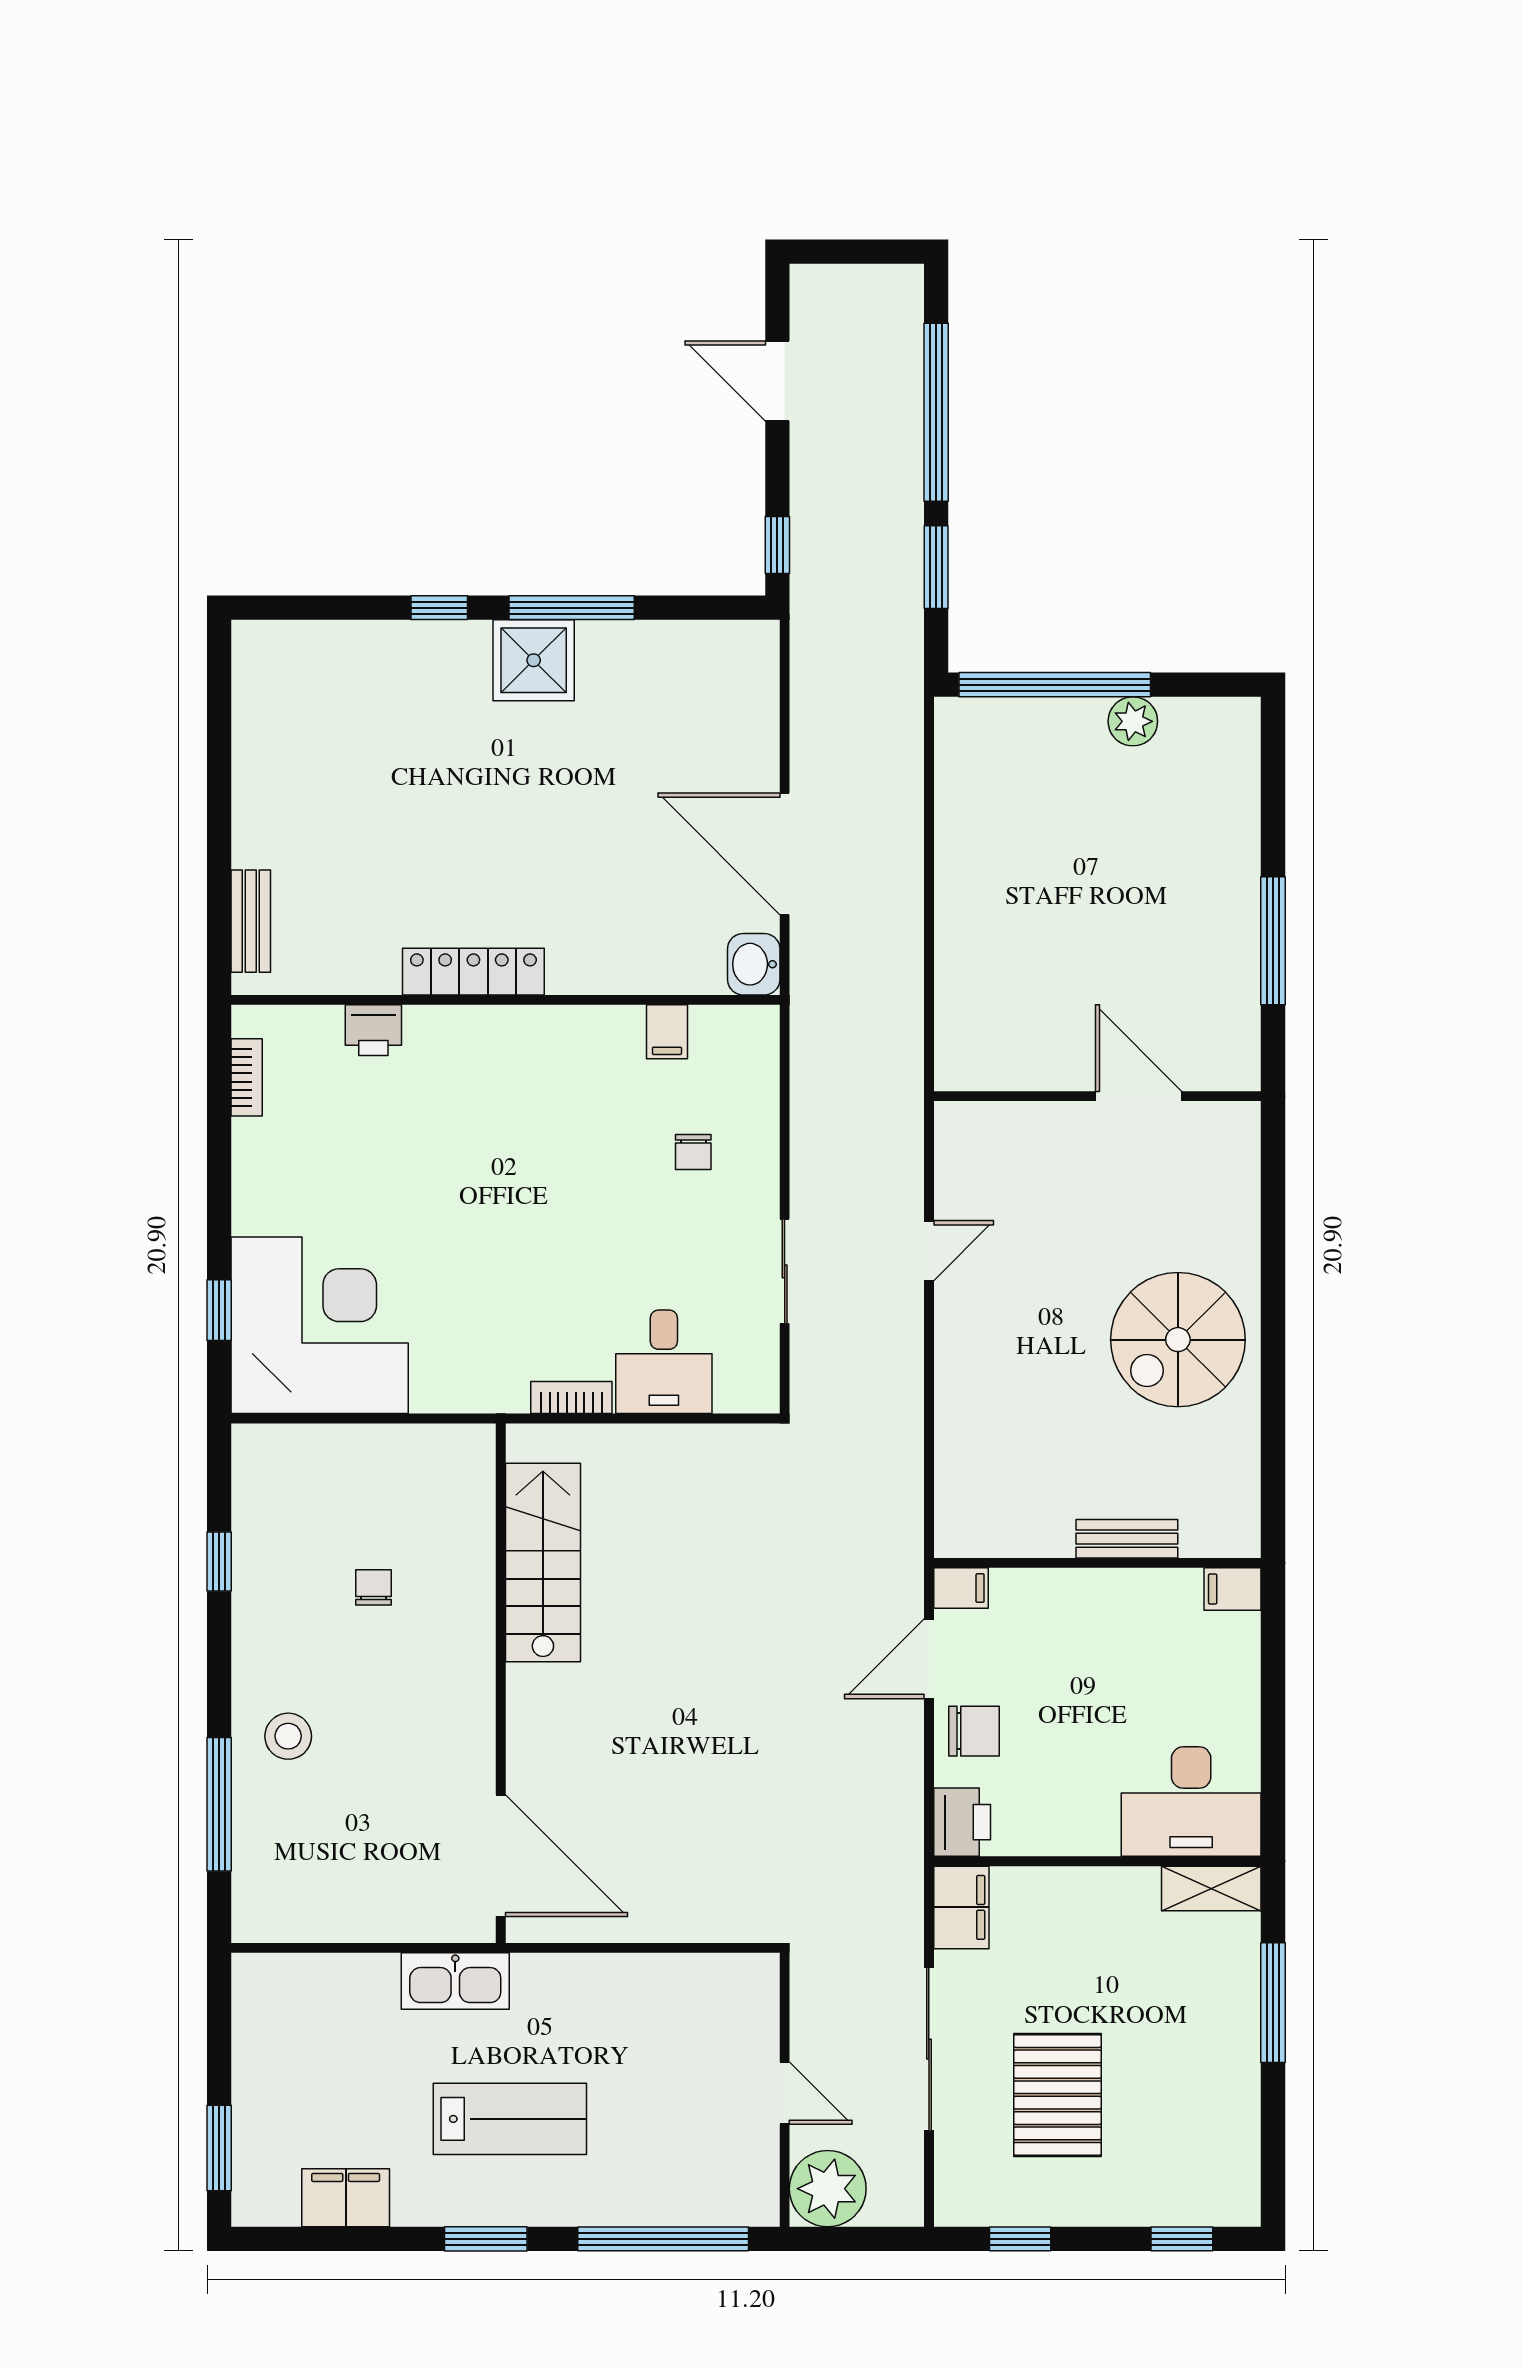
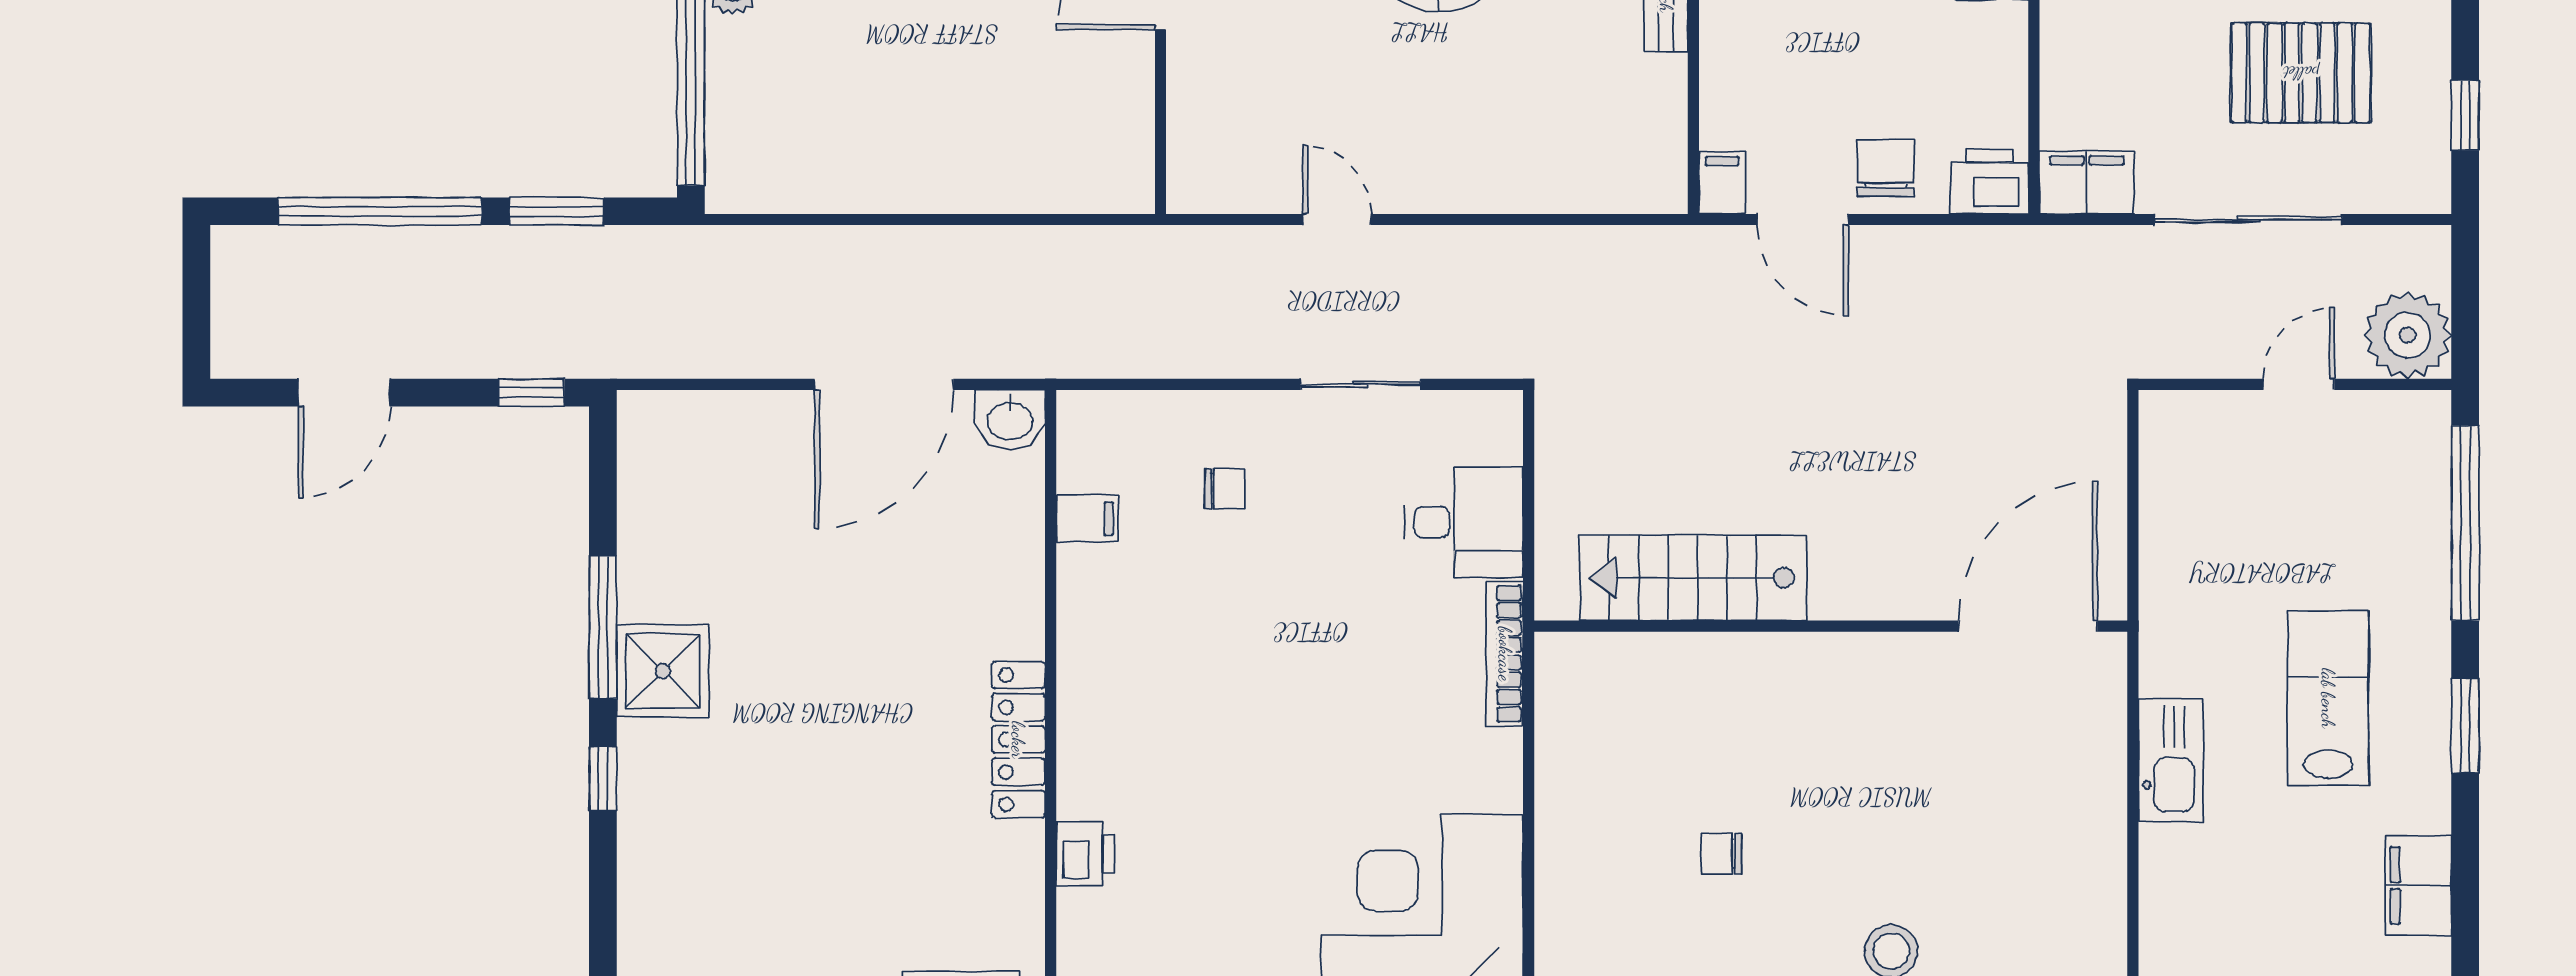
bookcase: (571, 1397) -> (1505, 654), width x1.56
stairs: (543, 1563) -> (1693, 578), moved
wall: (501, 1683) -> (1831, 626), moved
door: (501, 1856) -> (2028, 626), moved

